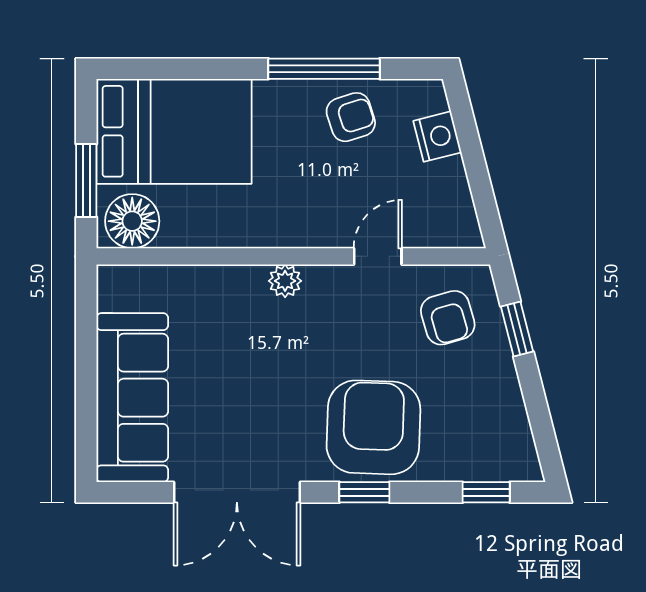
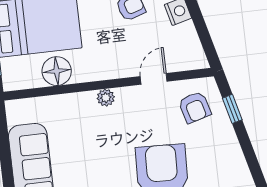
floor lamp: (132, 221) -> (57, 71), moved

